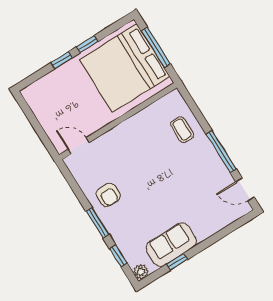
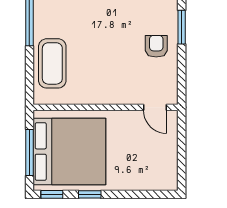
window: (62, 60) -> (52, 194), moved
coffee table: (182, 130) -> (52, 63), width x1.86, depth x1.72

